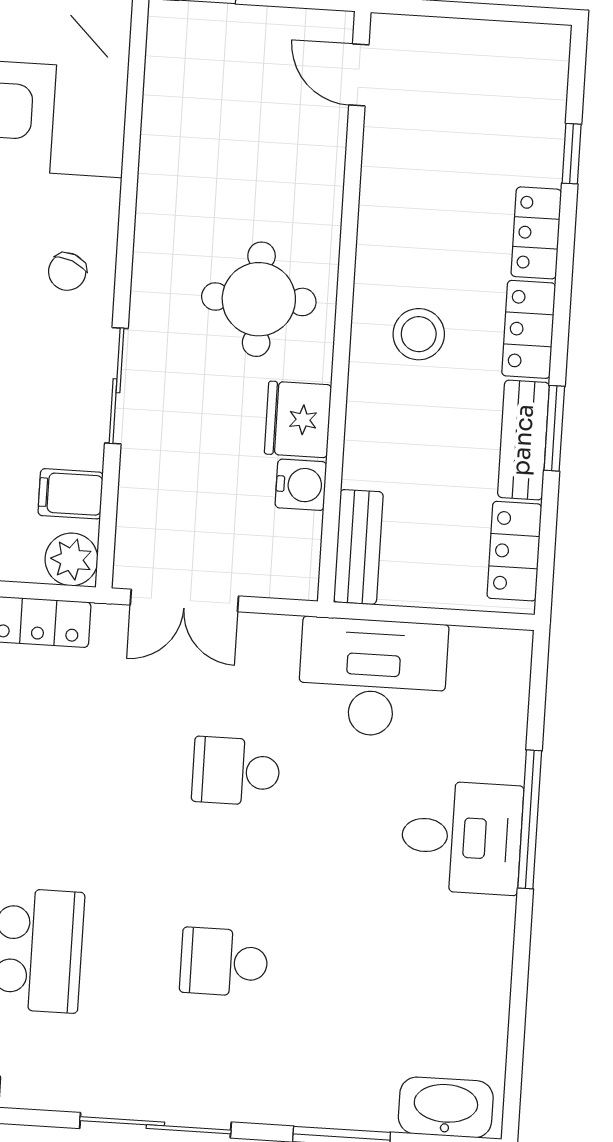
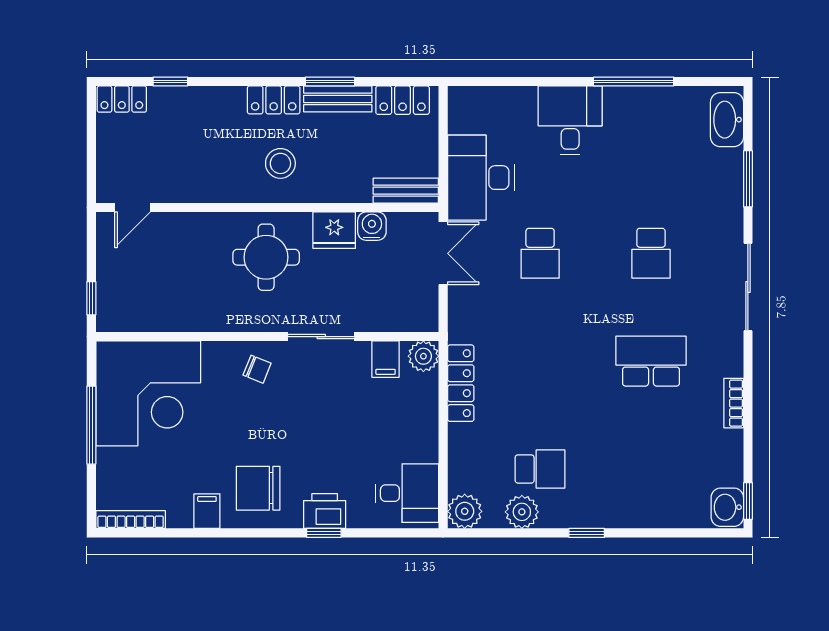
locker: (536, 233) -> (122, 99), moved
double door: (184, 600) -> (443, 253), moved
window: (530, 819) -> (634, 82), moved

